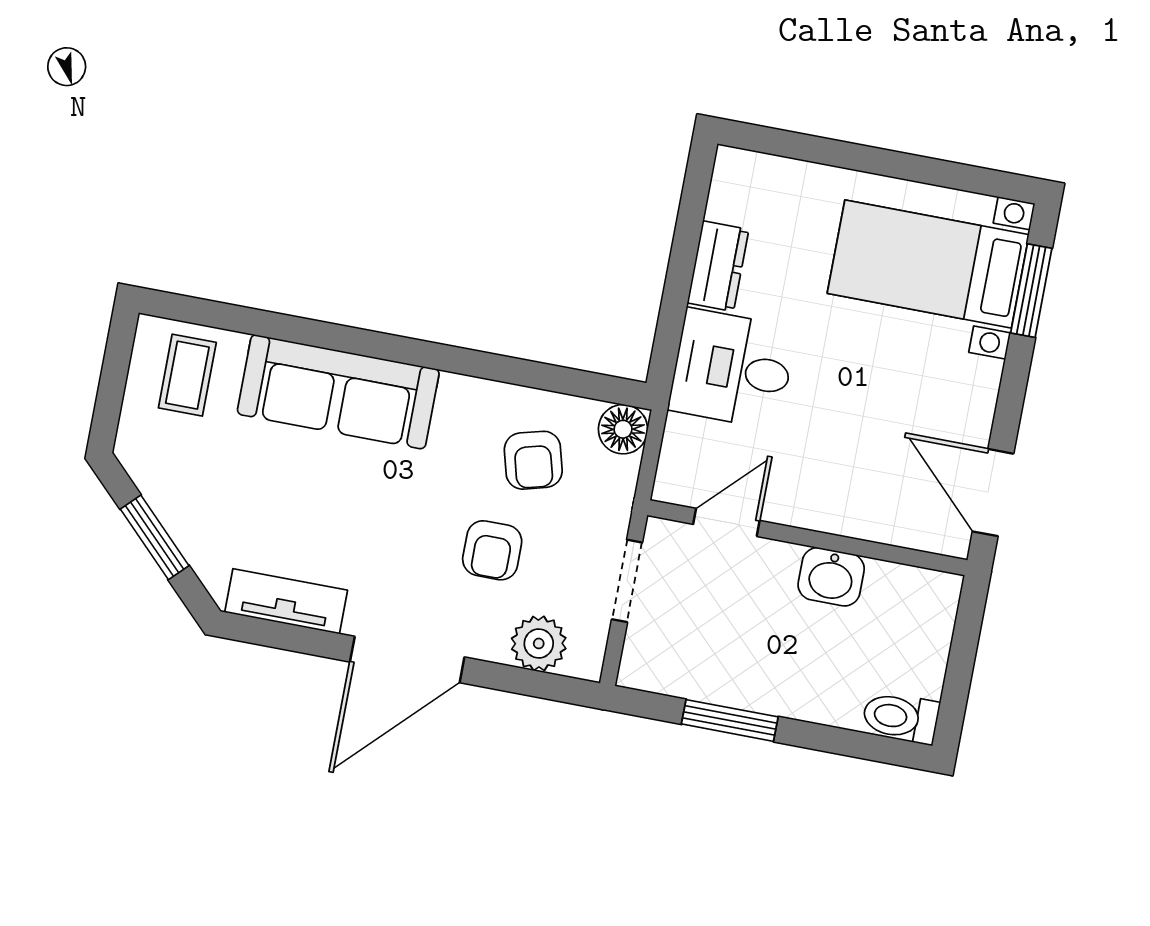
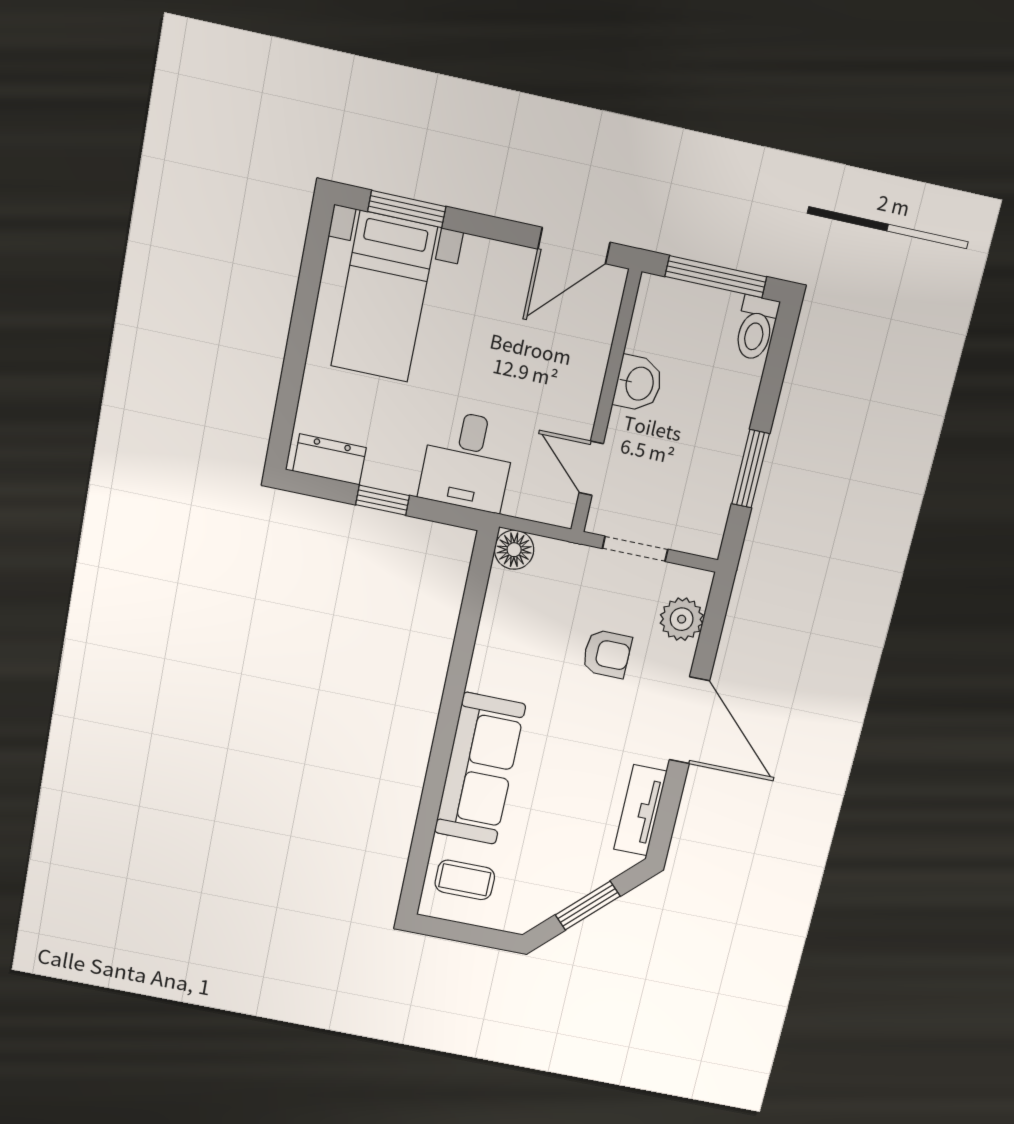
window: (682, 264) -> (382, 500), added
dresser: (718, 266) -> (329, 459), moved
armchair: (533, 460) -> (537, 621), removed
window: (960, 666) -> (716, 277), added

